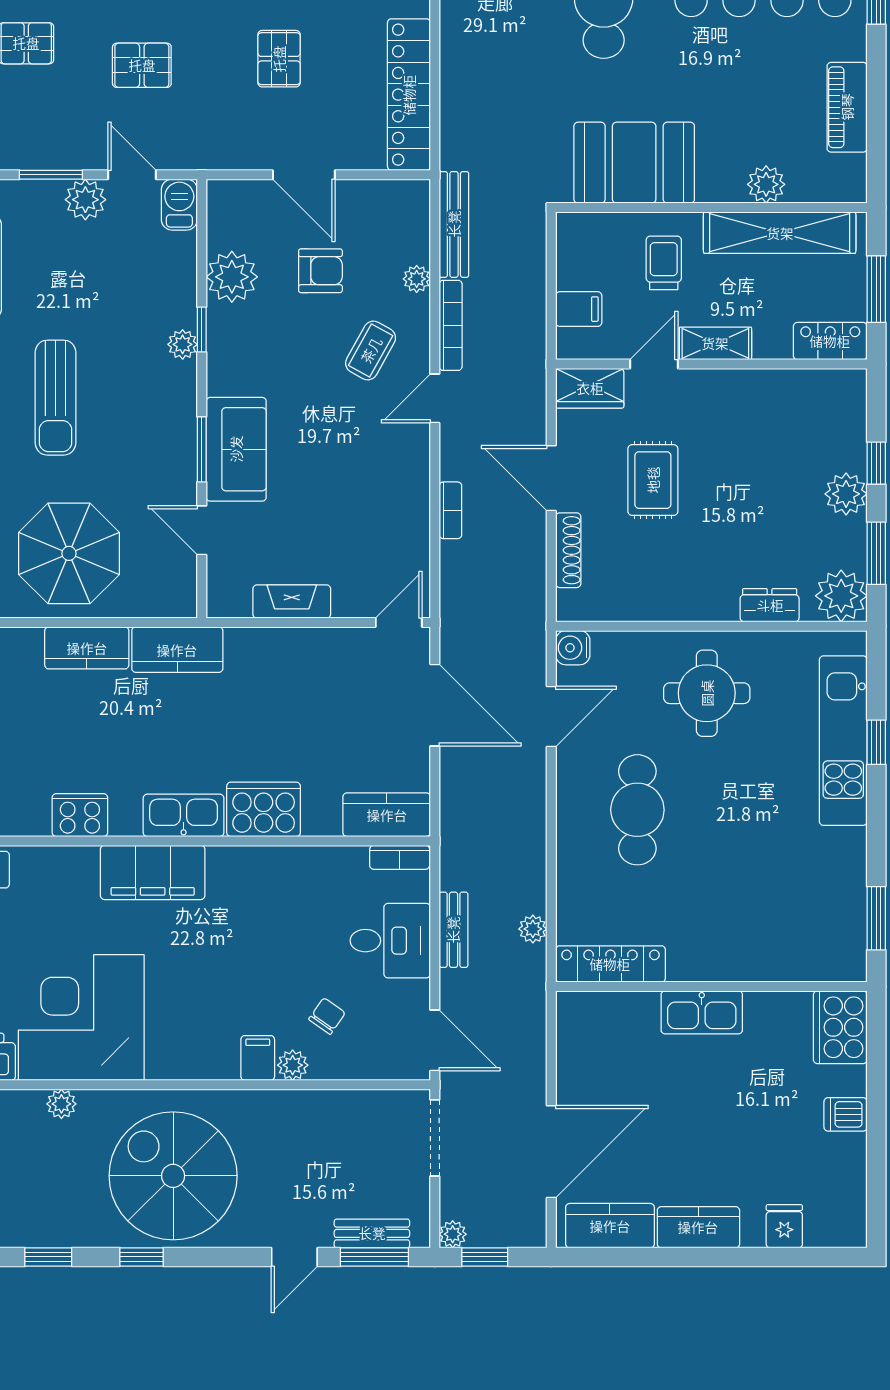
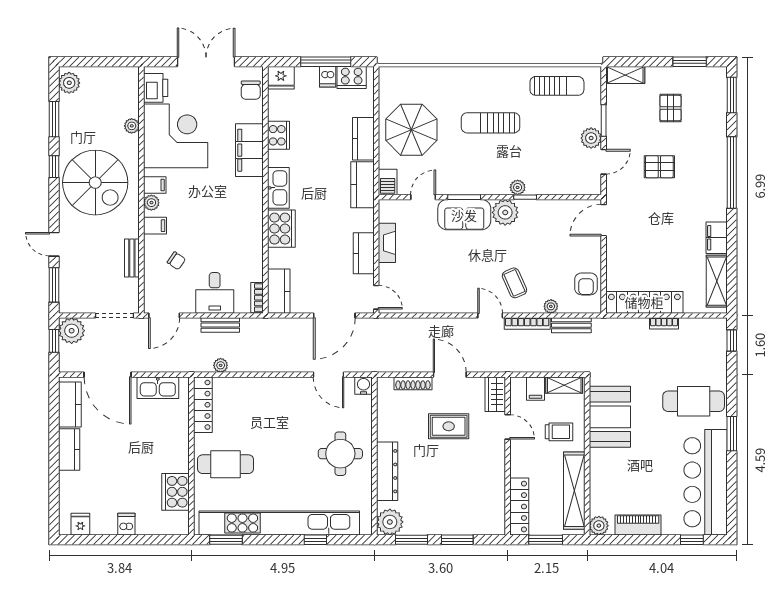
pallet: (279, 59) -> (663, 236), removed
pallet: (142, 65) -> (659, 167), turned 90
door: (304, 175) -> (604, 220), moved
plant: (766, 184) -> (599, 526), moved
barbecue: (179, 205) -> (388, 182), moved, turned 90
bench: (454, 224) -> (571, 325), width x0.73
armchair: (320, 271) -> (586, 284), moved
plant: (232, 277) -> (505, 212), moved
locker: (830, 341) -> (519, 507), width x1.53
shelving: (715, 343) -> (564, 385), moved, turned 90
coffee table: (371, 350) -> (514, 283), turned 37
window: (876, 463) -> (457, 540), width x1.50
door: (551, 478) -> (450, 375), hinge flipped
plant: (846, 494) -> (442, 524), removed
bookcase: (450, 510) -> (664, 323), moved
dresser: (770, 605) -> (387, 471), width x1.96, depth x1.24
kitchen counter: (312, 647) -> (364, 253), added
kitchen unit: (843, 741) -> (279, 523), width x1.86
cafe table: (637, 810) -> (226, 464), moved
filing cabinet: (153, 872) -> (249, 150), moved
kitchen sink: (702, 1012) -> (158, 388), moved, turned -90
cooker: (840, 1027) -> (176, 492), moved, turned -90
filing cabinet: (178, 1059) -> (155, 185), added
plant: (293, 1065) -> (151, 203), moved
spiral stairs: (173, 1176) -> (95, 183), turned 90
fridge: (784, 1226) -> (80, 524), moved, turned -90
bench: (372, 1233) -> (132, 258), moved
plant: (453, 1234) -> (72, 331), width x1.87, depth x1.87
window: (48, 1257) -> (54, 119), width x1.50

